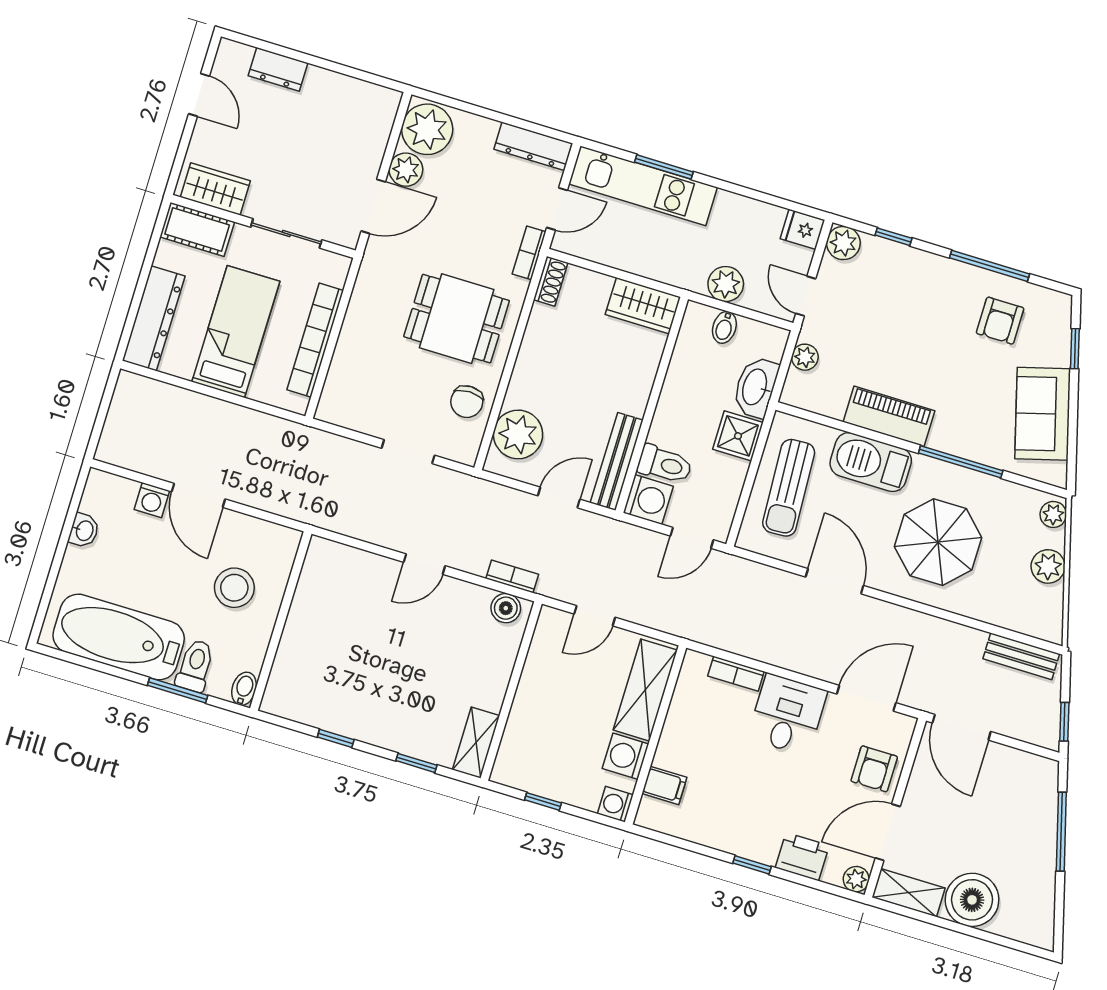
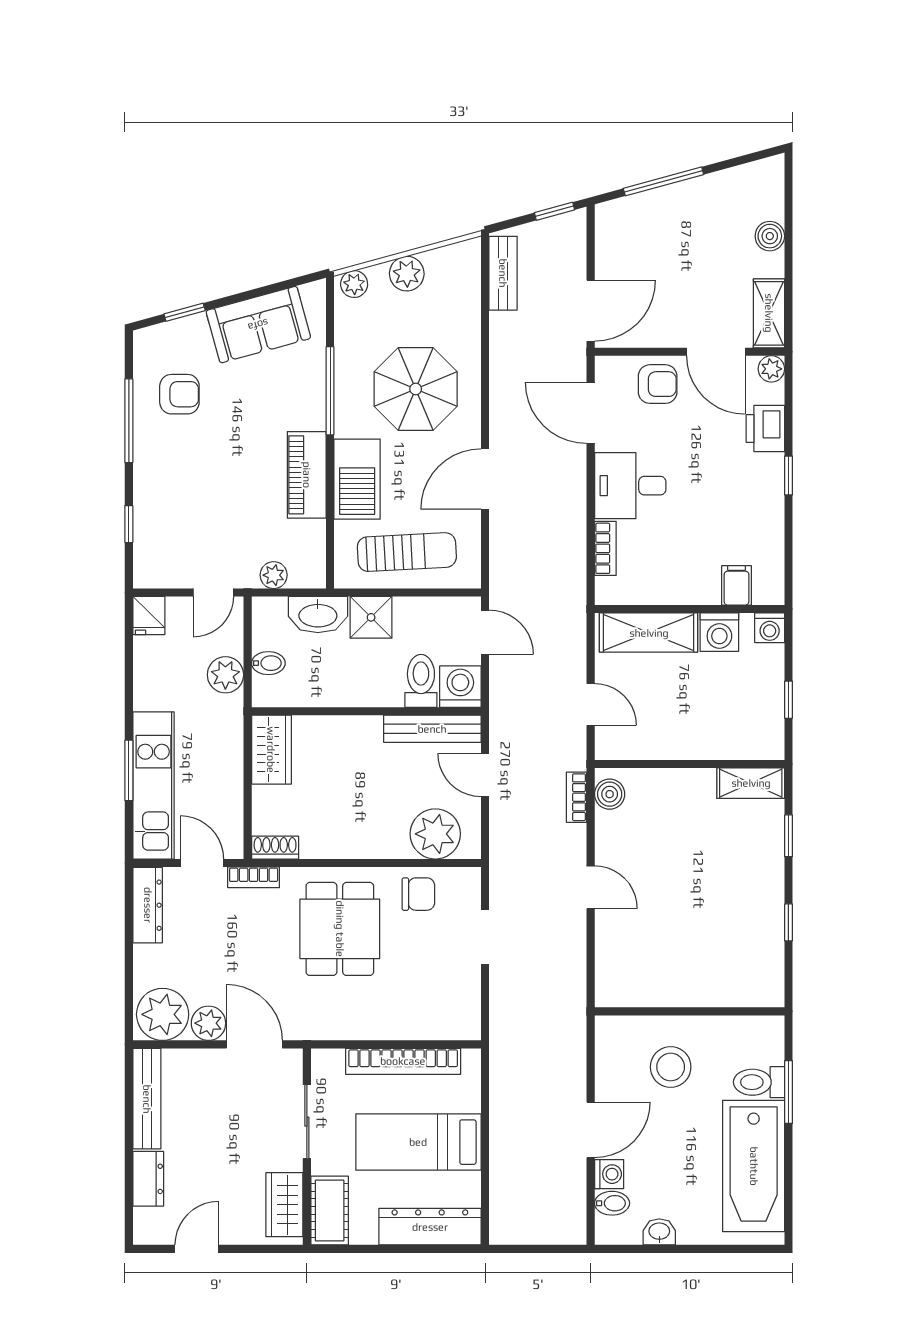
bench: (353, 91) -> (147, 1099), added
plant: (843, 243) -> (150, 571), removed
bidet: (244, 689) -> (612, 1203), moved, turned 180
boiler: (972, 900) -> (770, 236), width x0.54, depth x0.54

